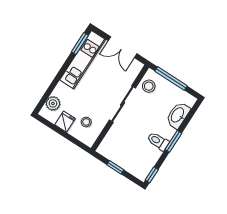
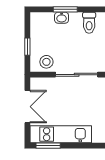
window: (171, 79) -> (27, 47), width x0.46
washbasin: (178, 115) -> (62, 18), width x0.52, depth x0.69
window: (173, 141) -> (65, 9), moved

